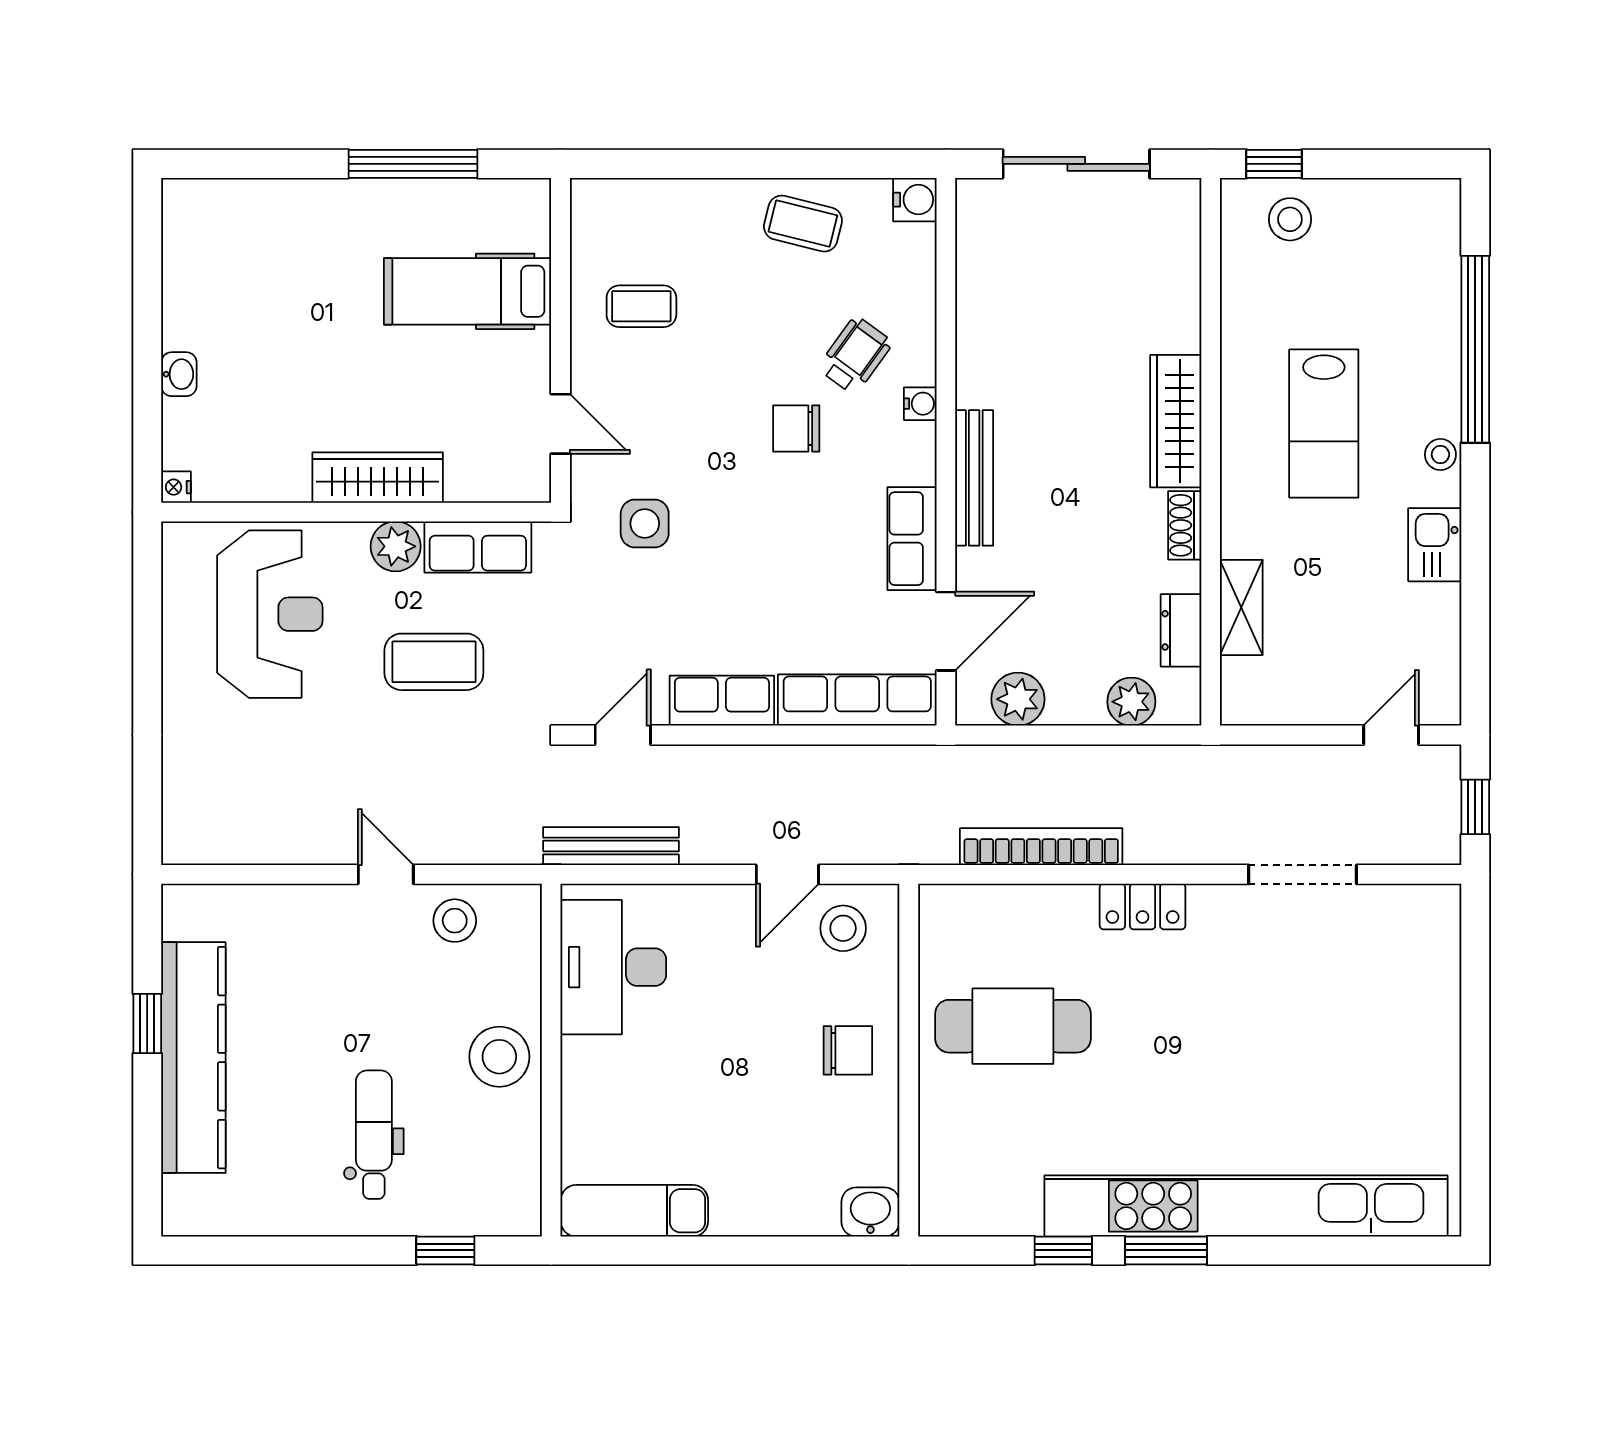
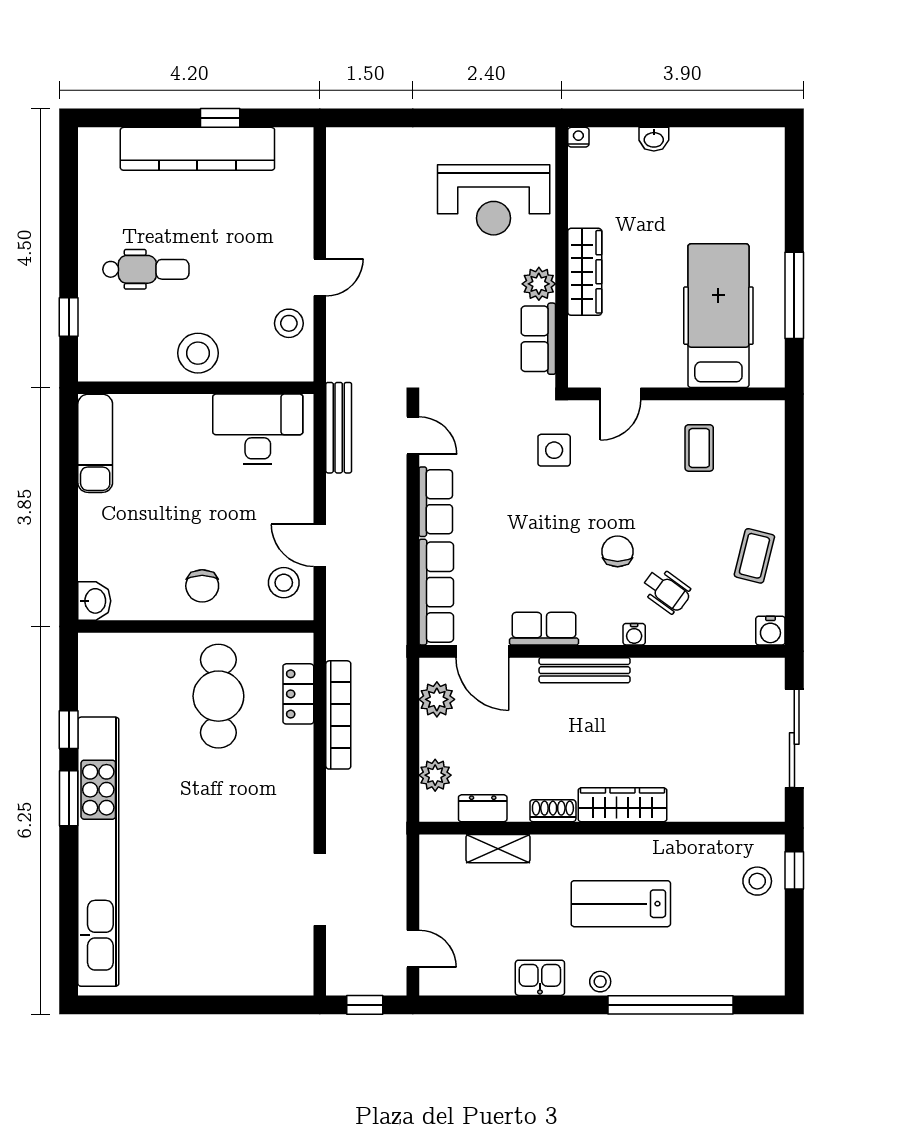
hospital bed: (468, 291) -> (718, 316), width x1.37, depth x1.29
coffee table: (434, 662) -> (462, 309), removed
locker: (1143, 906) -> (298, 694), moved

